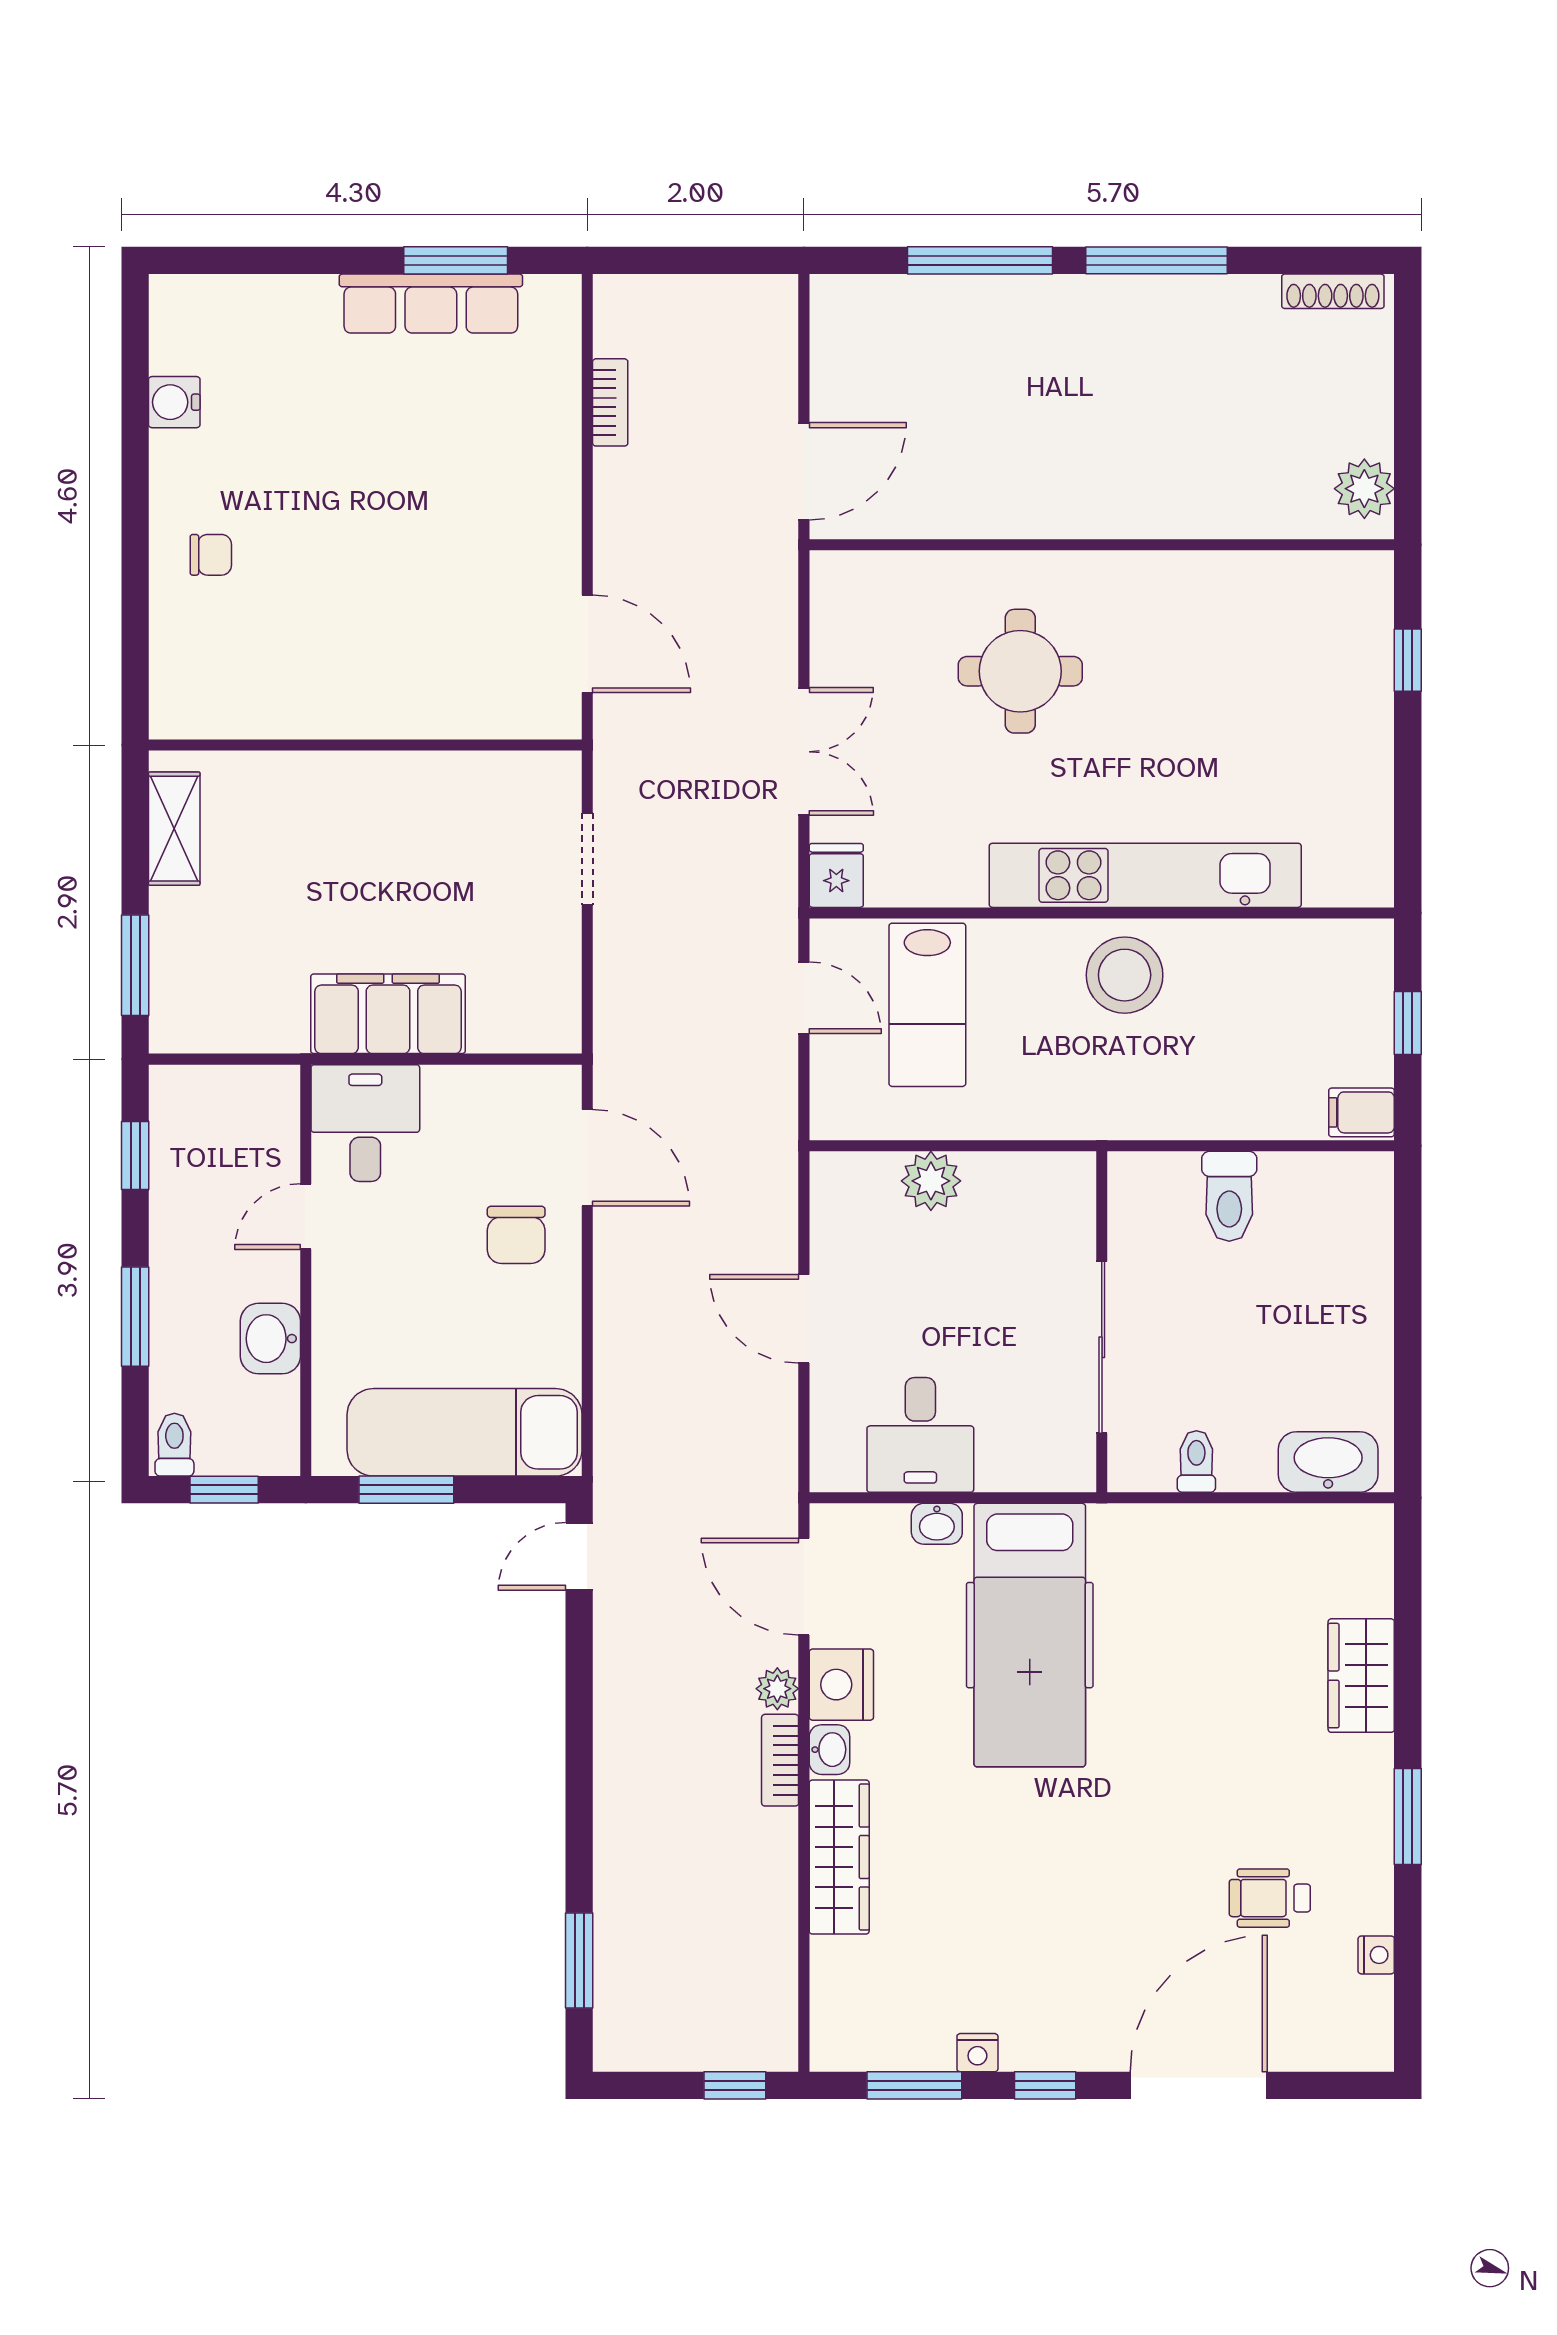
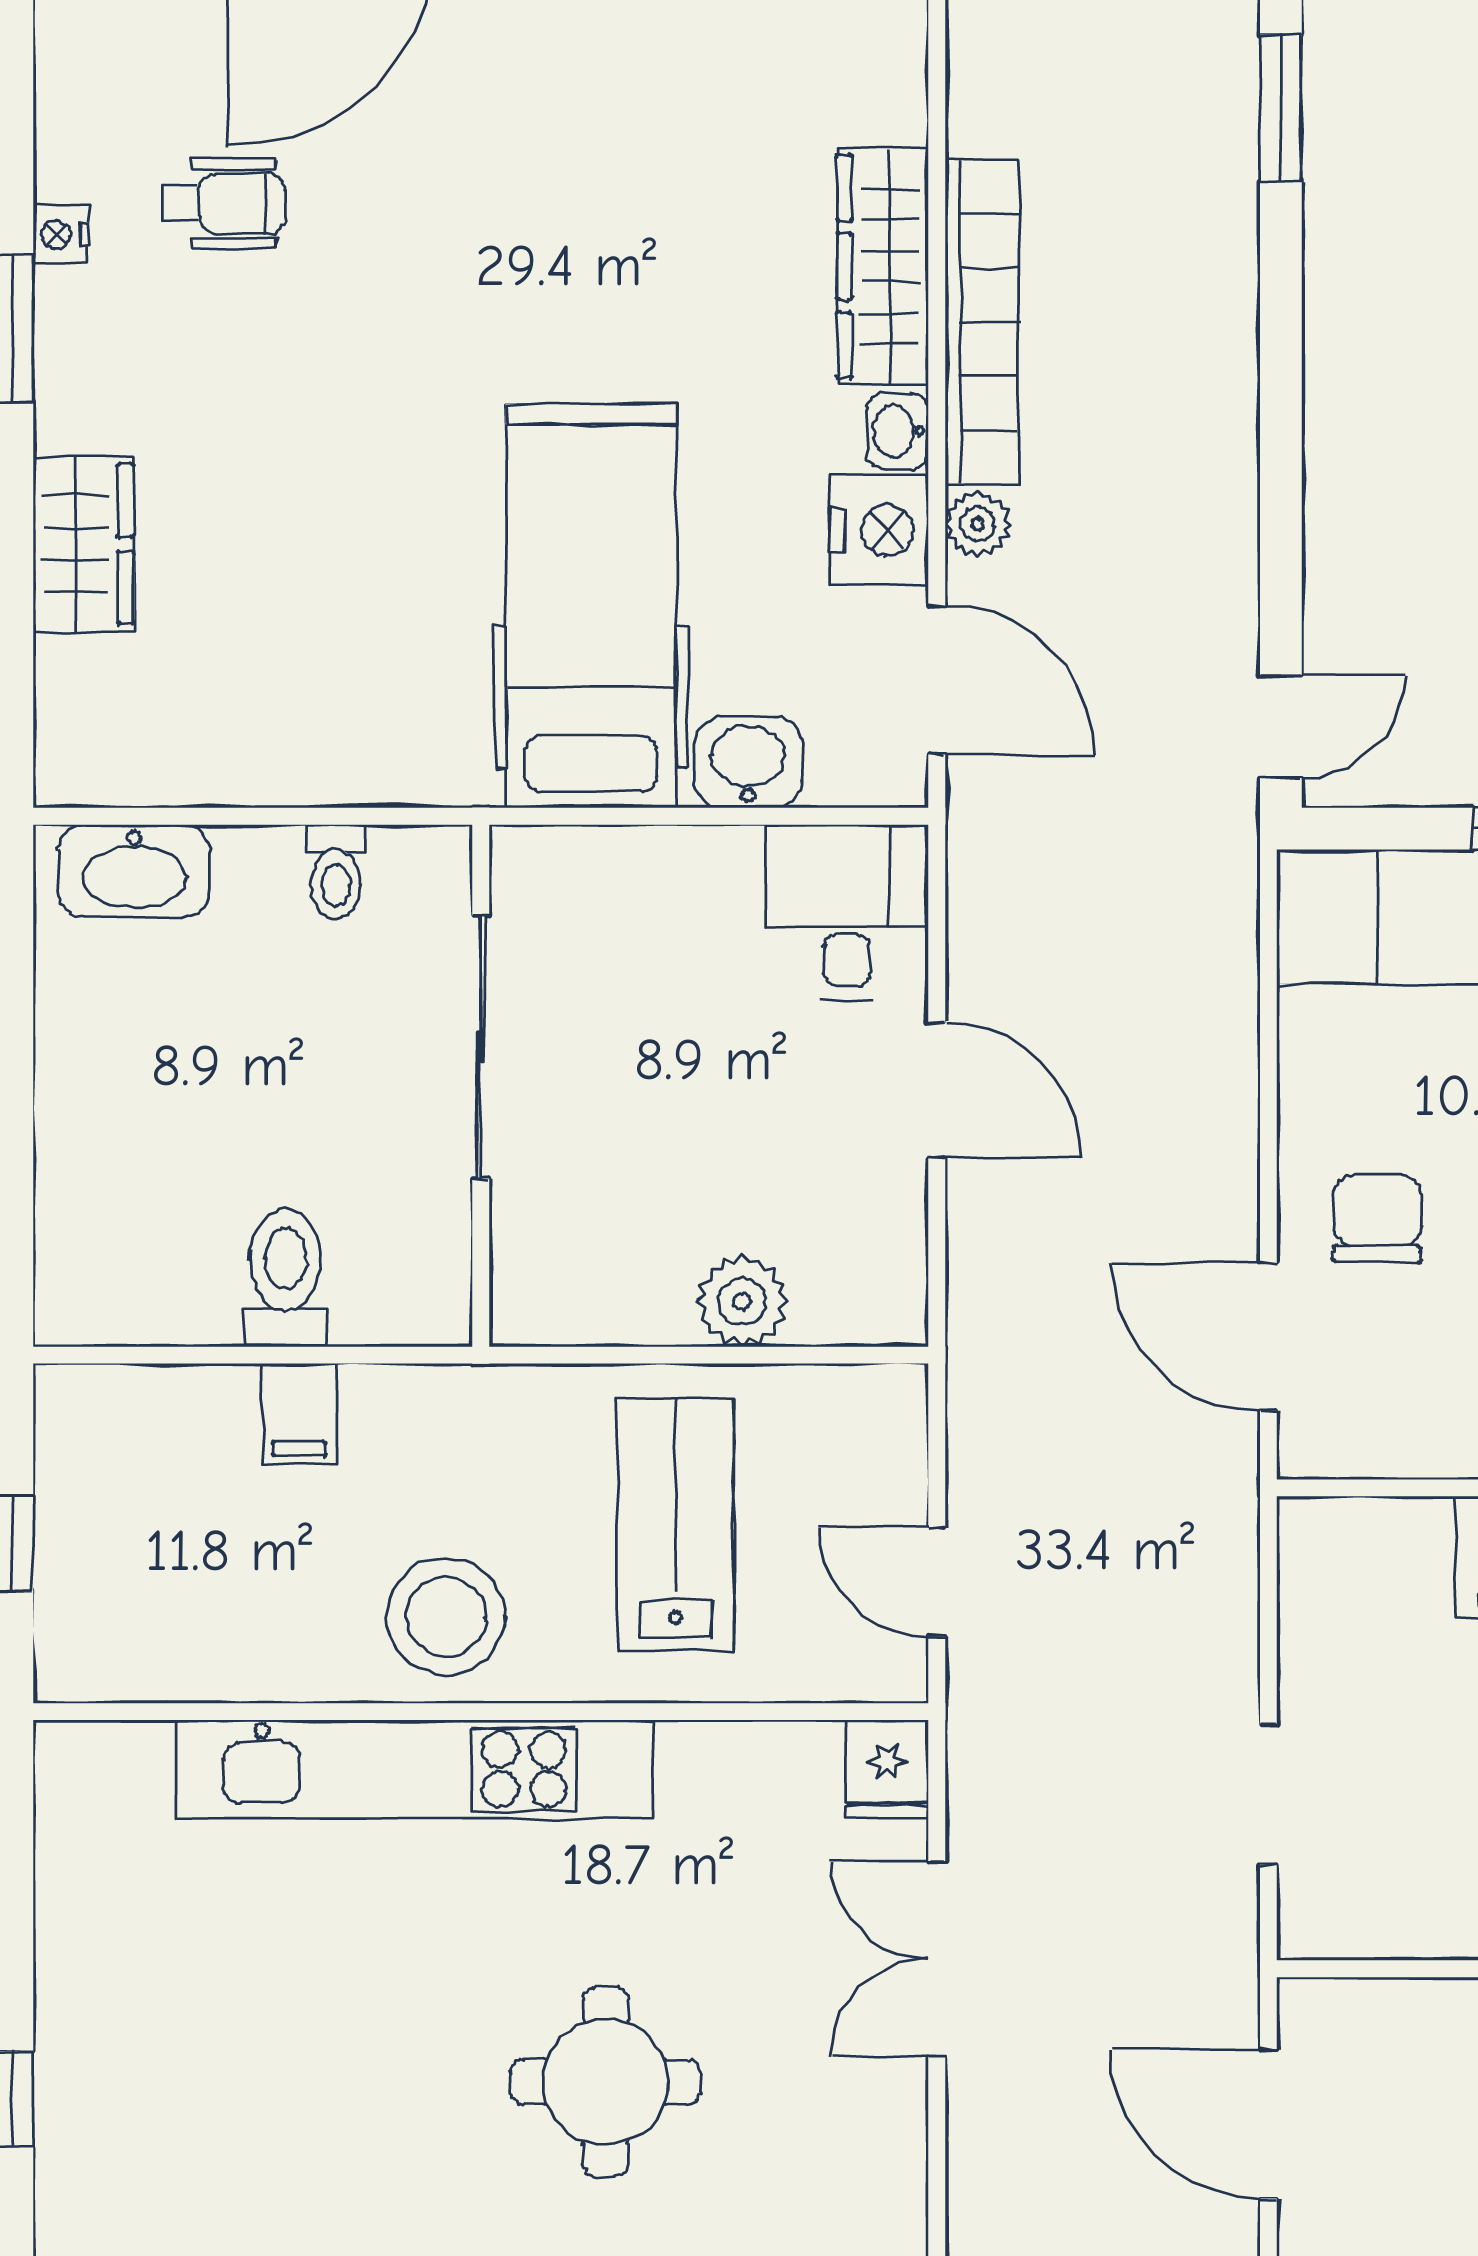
lab bench: (927, 1005) -> (676, 1525), moved
filing cabinet: (1362, 1112) -> (299, 1414), moved, turned 90
desk: (920, 1435) -> (847, 913), moved
washbasin: (937, 1524) -> (748, 762), width x1.38, depth x1.45
bookcase: (780, 1760) -> (982, 322), width x2.31, depth x1.31
nightstand: (1376, 1955) -> (61, 234), moved

